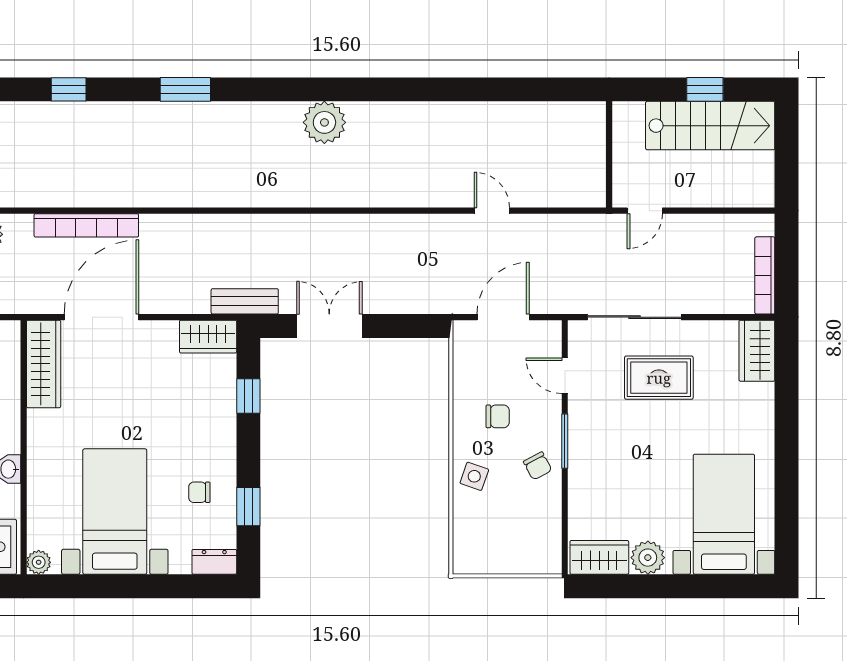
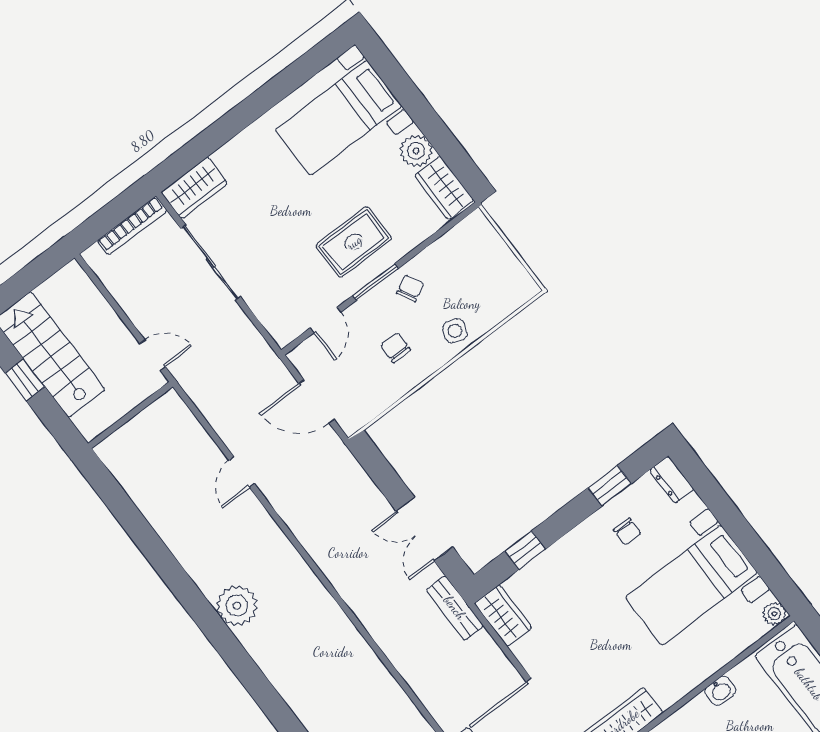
plant: (324, 122) -> (237, 606), moved
sliding door: (634, 317) -> (211, 263), moved
rug: (659, 378) -> (354, 242), moved, turned 90

